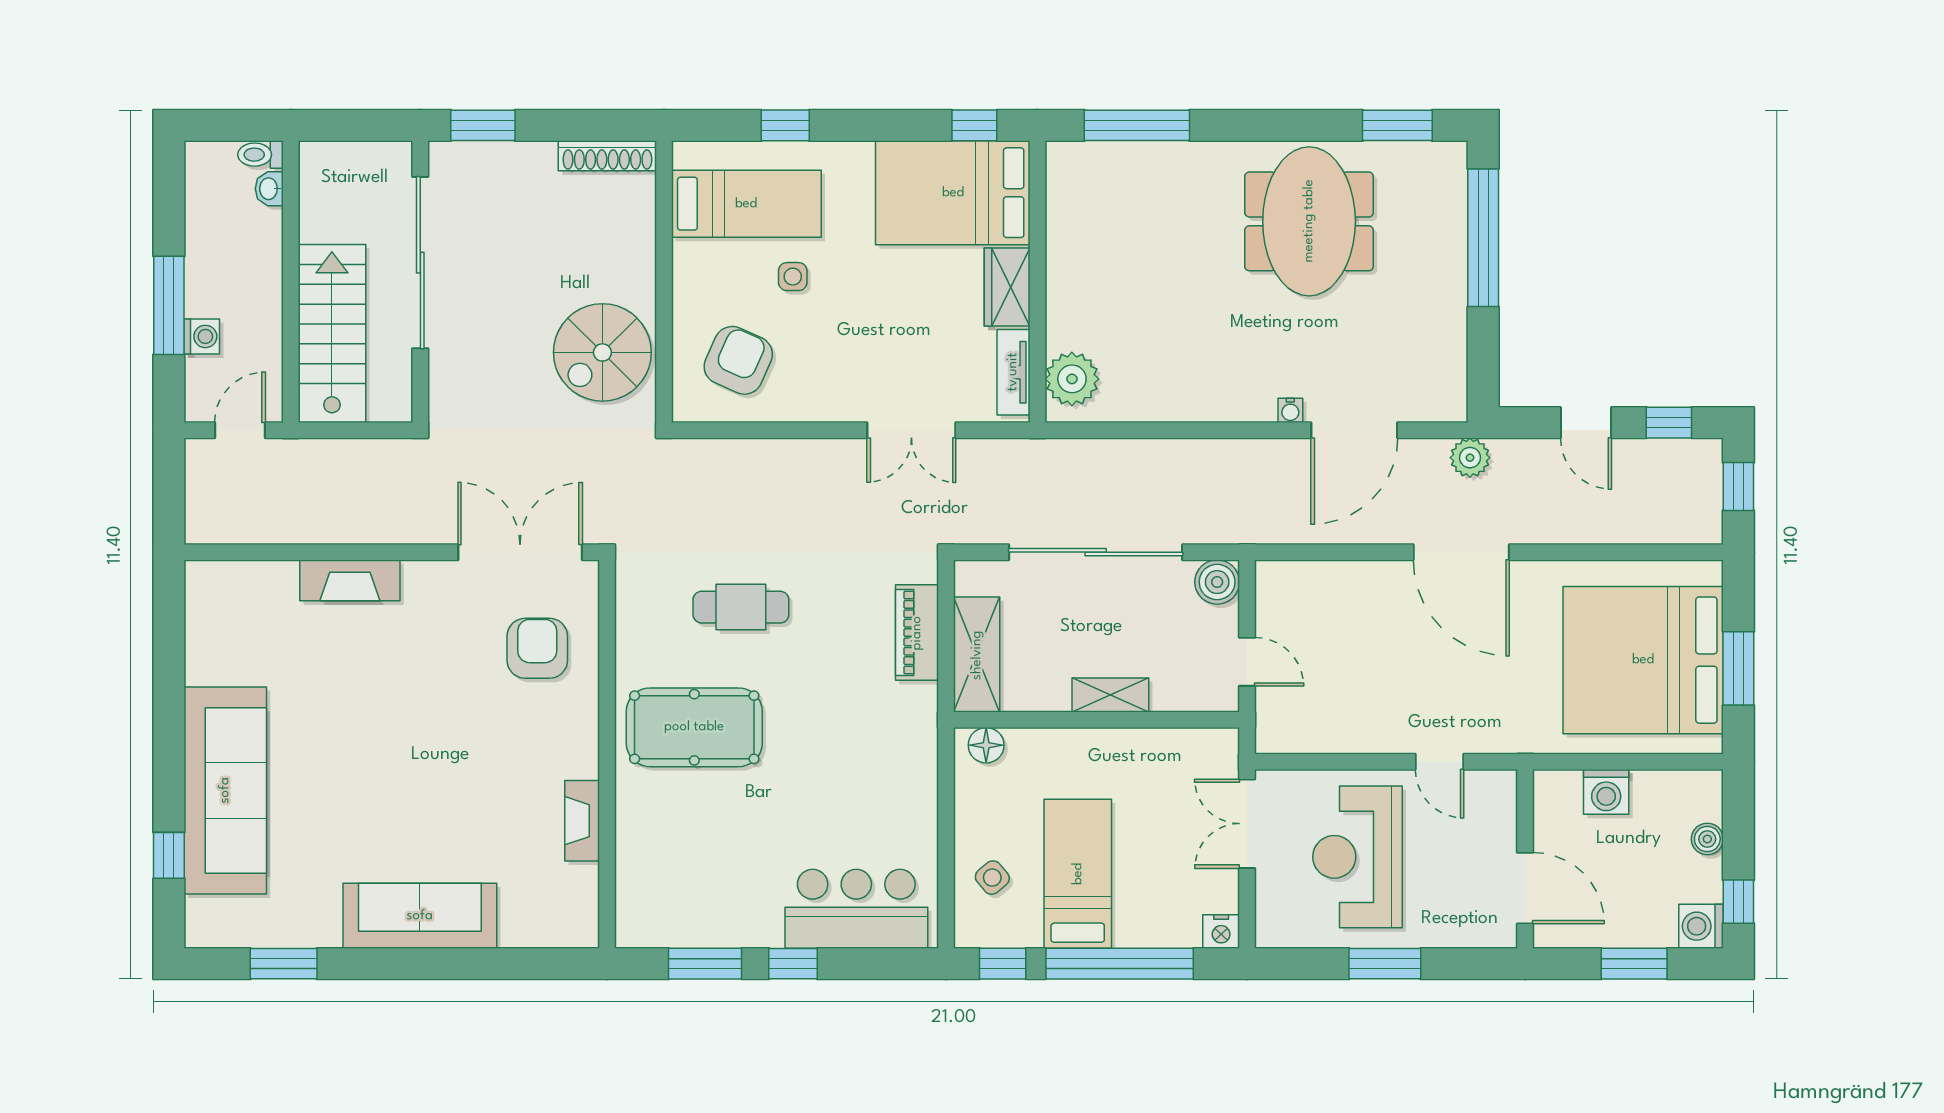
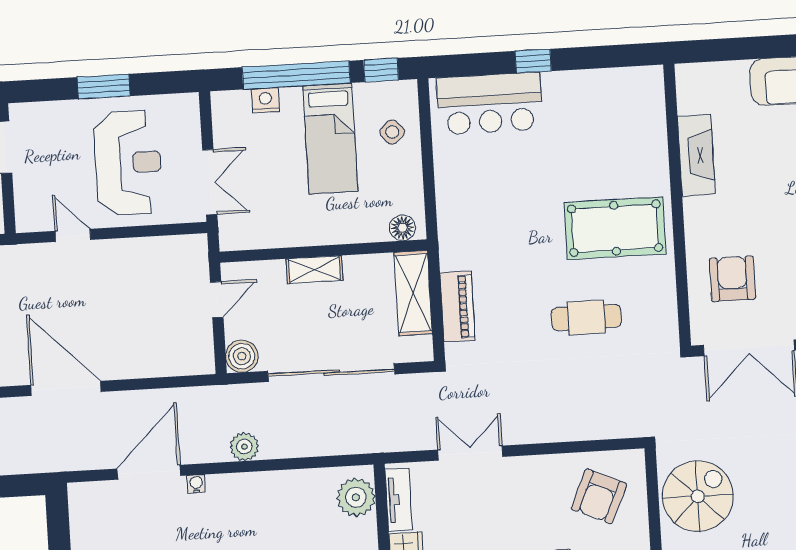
plant: (1470, 458) -> (244, 447), moved
armchair: (537, 648) -> (732, 279), turned 180
door: (1247, 662) -> (217, 300), swing flipped
fireplace: (582, 821) -> (696, 155), width x1.37, depth x1.32
nightstand: (1221, 932) -> (265, 100), moved
window: (705, 964) -> (597, 57), removed

